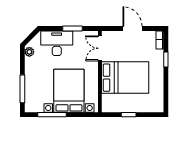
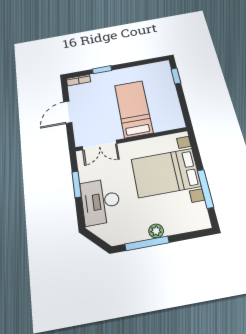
plant: (29, 52) -> (156, 231), moved
bed: (125, 78) -> (133, 109), width x0.67
window: (22, 89) -> (147, 243), moved
window: (129, 115) -> (176, 76), moved

